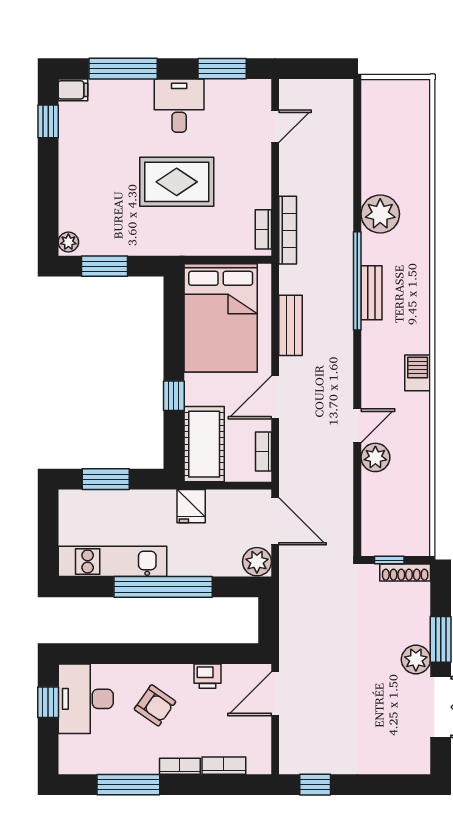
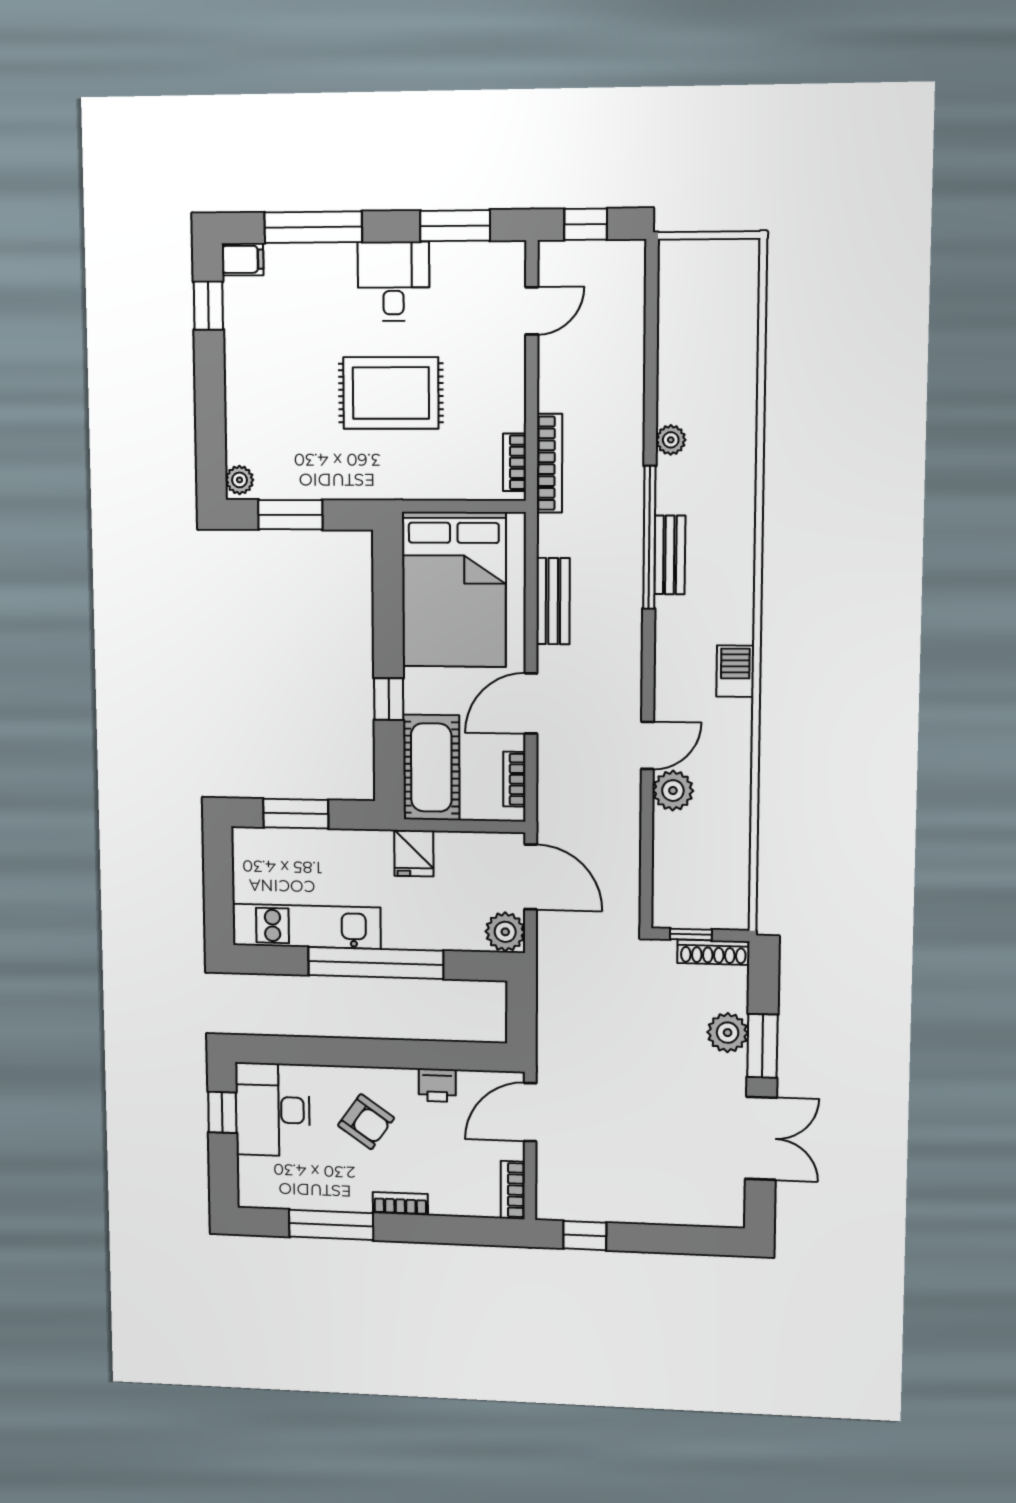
window: (312, 69) -> (586, 224), added
plant: (380, 214) -> (671, 440), width x0.53, depth x0.53
plant: (416, 659) -> (728, 1033), moved
bookcase: (224, 766) -> (513, 1190), moved, turned -90

